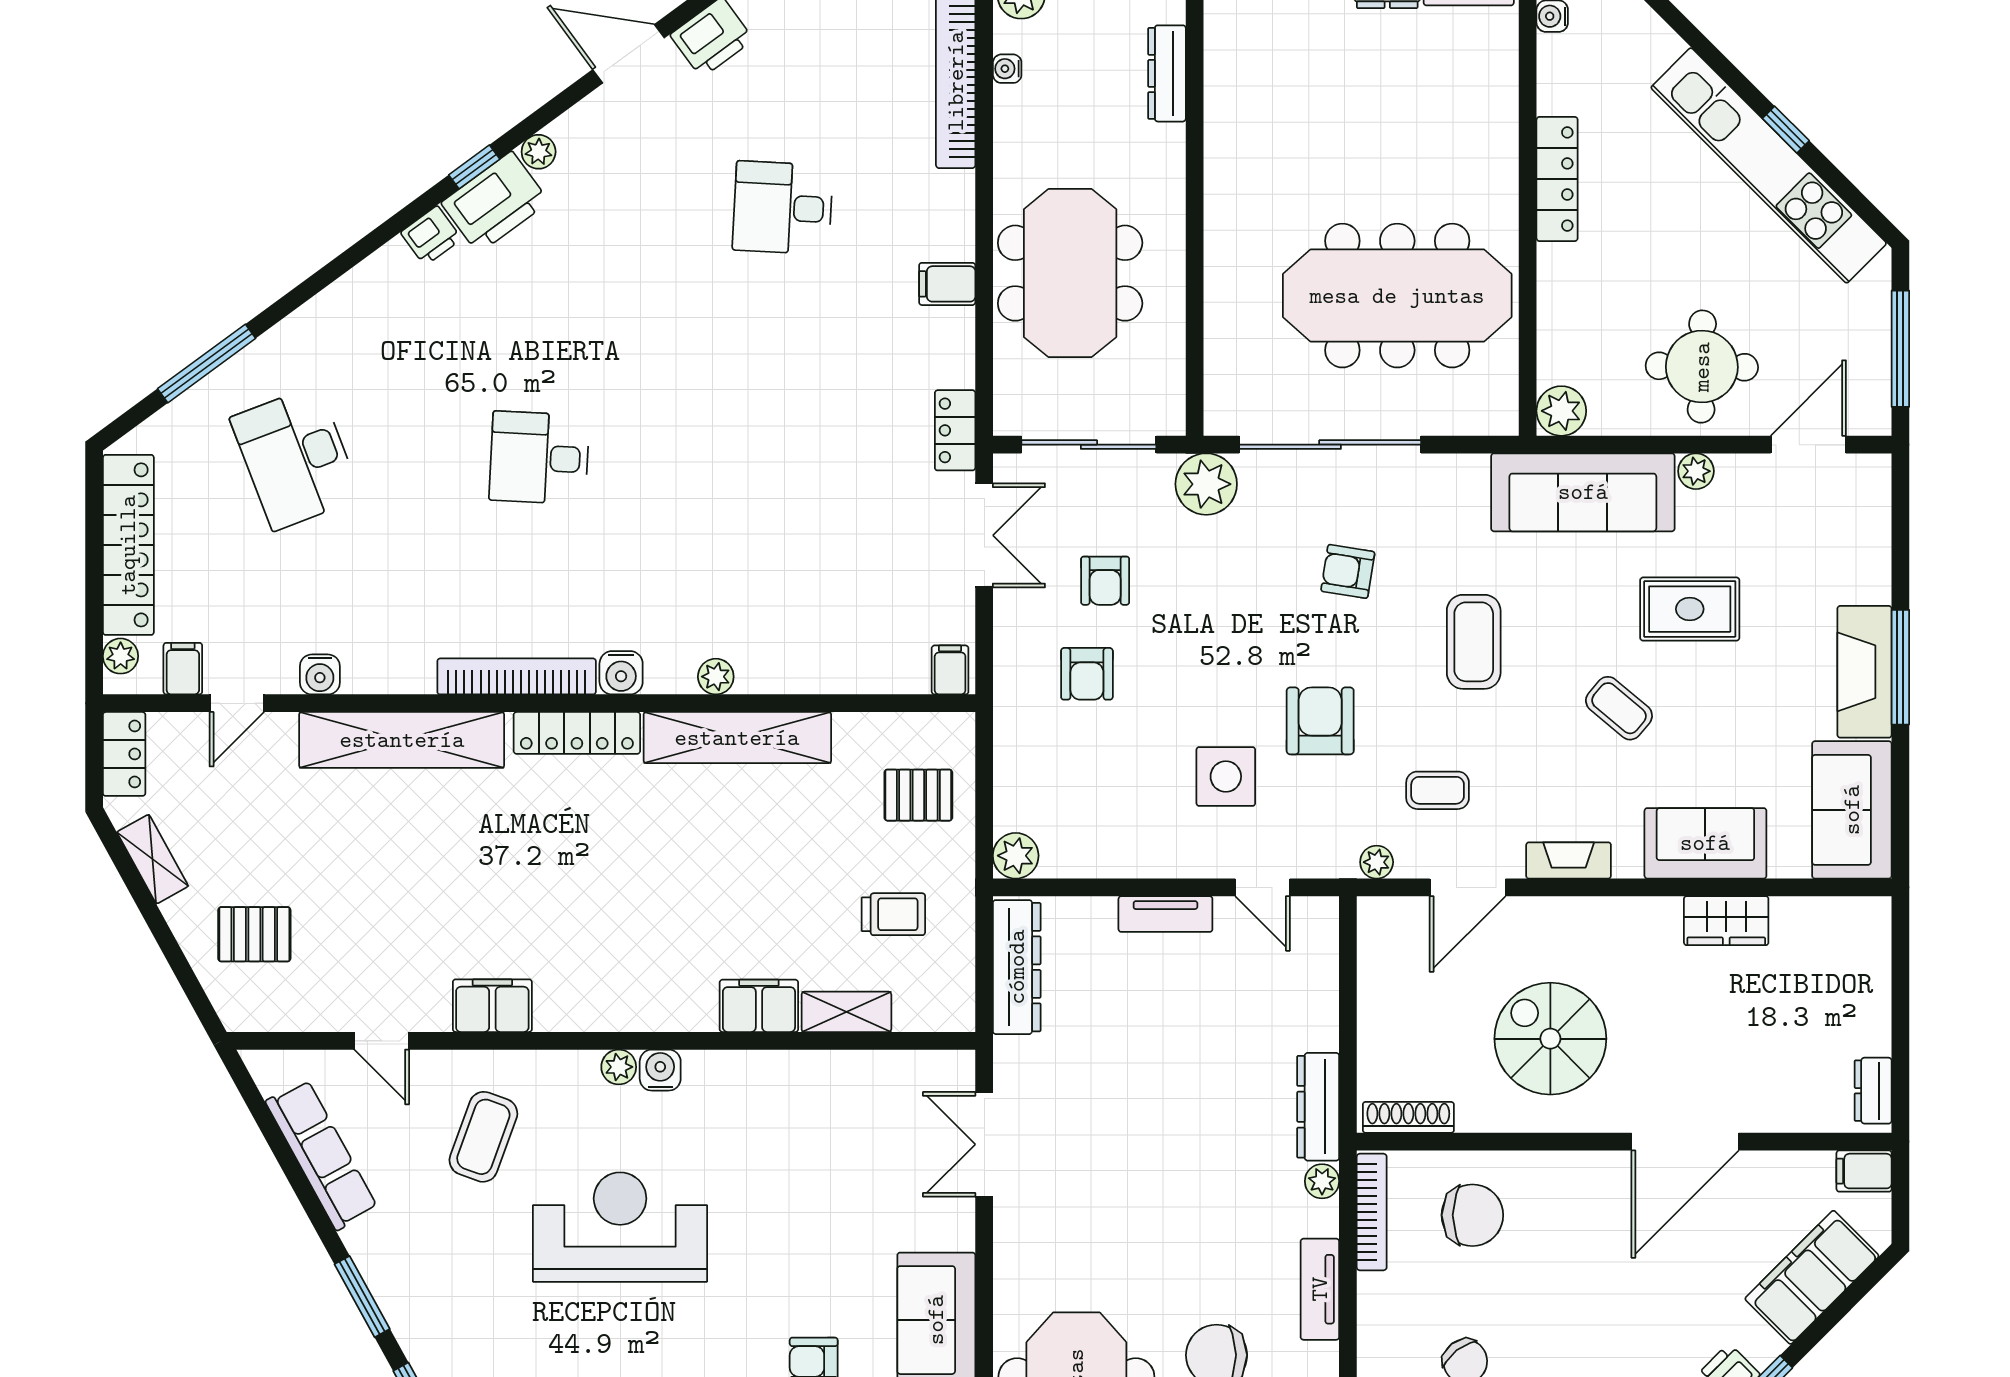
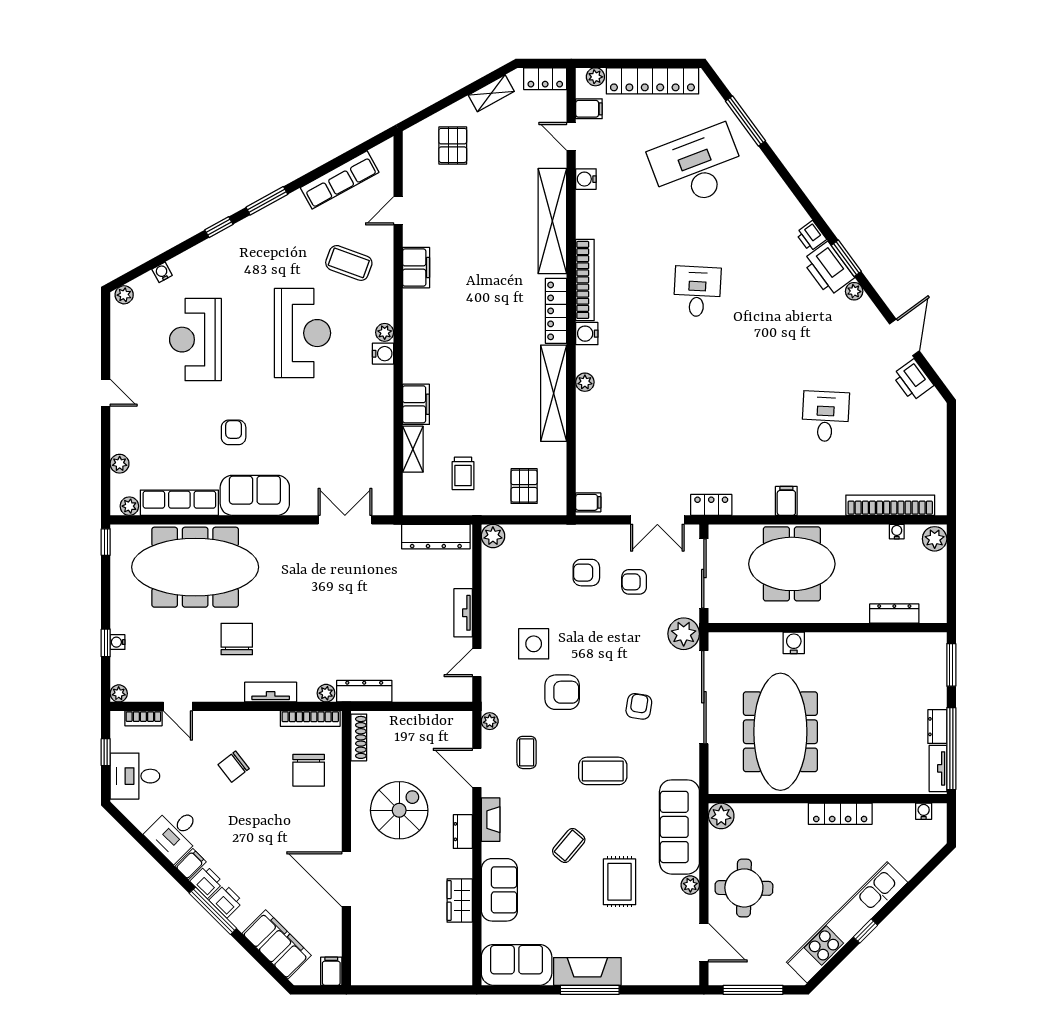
window: (474, 167) -> (846, 258), width x1.50
water cooler: (1224, 269) -> (794, 643), added
desk: (296, 458) -> (697, 167), width x1.36, depth x1.30
dresser: (1873, 1091) -> (463, 832), moved, turned -90

